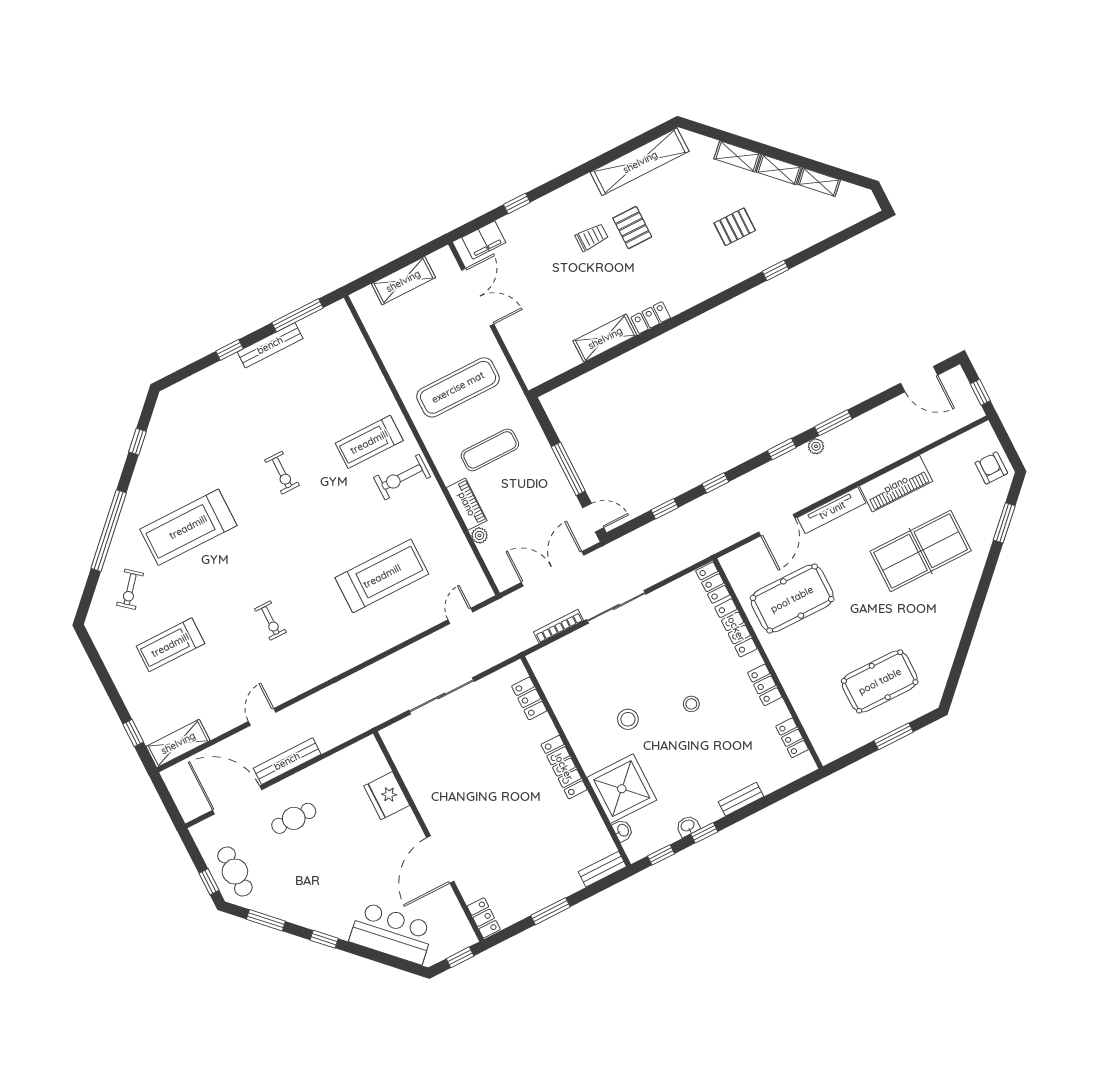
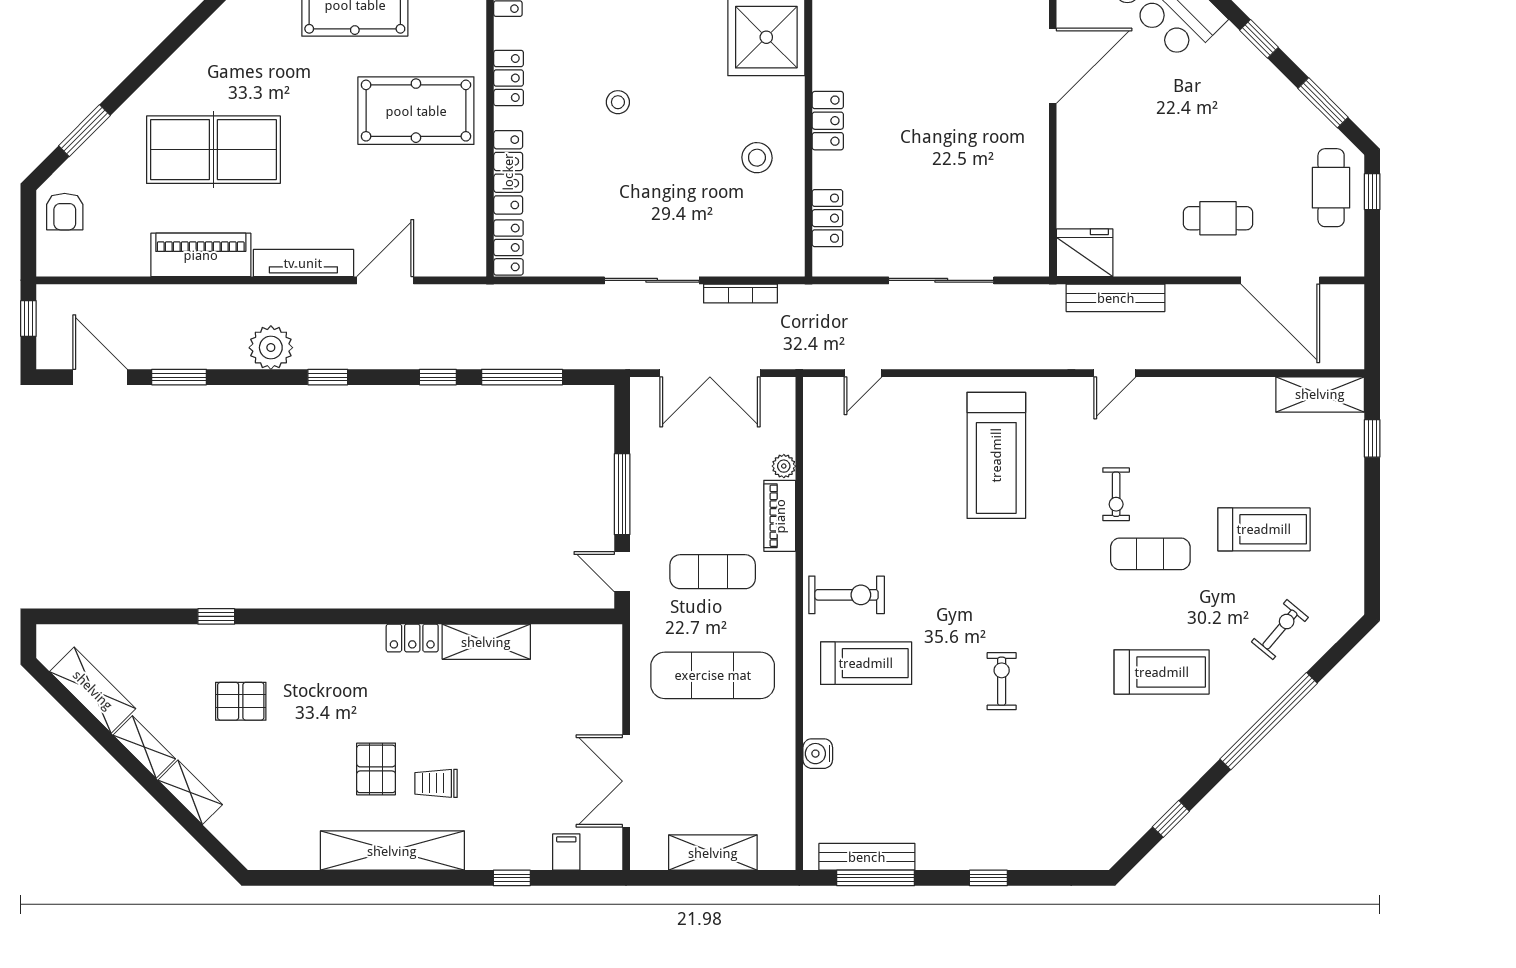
shelving: (640, 162) -> (392, 851), moved
shelving: (819, 182) -> (93, 690), width x1.50, depth x1.33
filing cabinet: (484, 240) -> (566, 852), width x0.50
bench: (270, 345) -> (867, 857), moved
water cooler: (371, 373) -> (818, 754), added
window: (833, 423) -> (179, 377), moved
plant: (816, 446) -> (271, 348), width x1.88, depth x1.88
window: (665, 509) -> (522, 377), width x2.17
door: (593, 518) -> (622, 572), moved
treadmill: (188, 527) -> (1162, 672), width x0.73, depth x0.73
treadmill: (382, 576) -> (996, 455), moved, turned -90
exercise mat: (231, 595) -> (1150, 554), added
pool table: (792, 599) -> (416, 111), moved
exercise bike: (270, 621) -> (1116, 494), turned 180
door: (262, 717) -> (1115, 373), moved
stool: (628, 719) -> (757, 158), moved
bench: (287, 761) -> (1116, 298), moved
locker: (564, 767) -> (828, 121), width x0.66
fridge: (387, 796) -> (1085, 253), moved, turned -90

